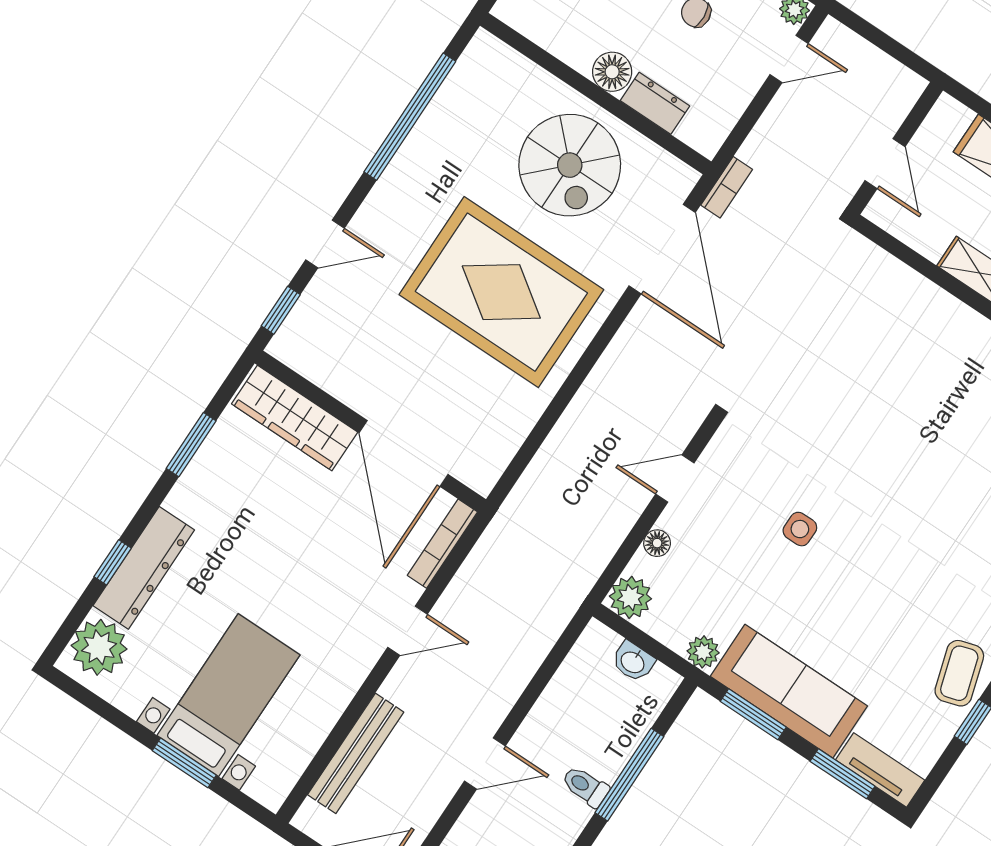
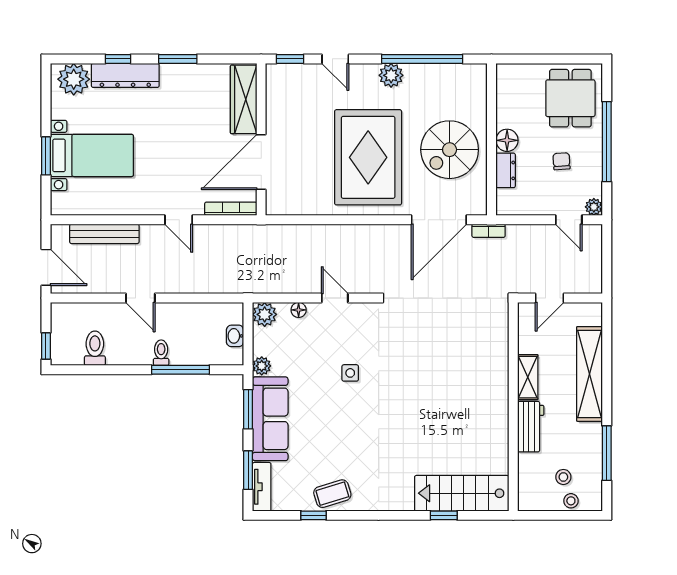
plant: (404, 178) -> (391, 75), added
window: (191, 445) -> (178, 59), moved

